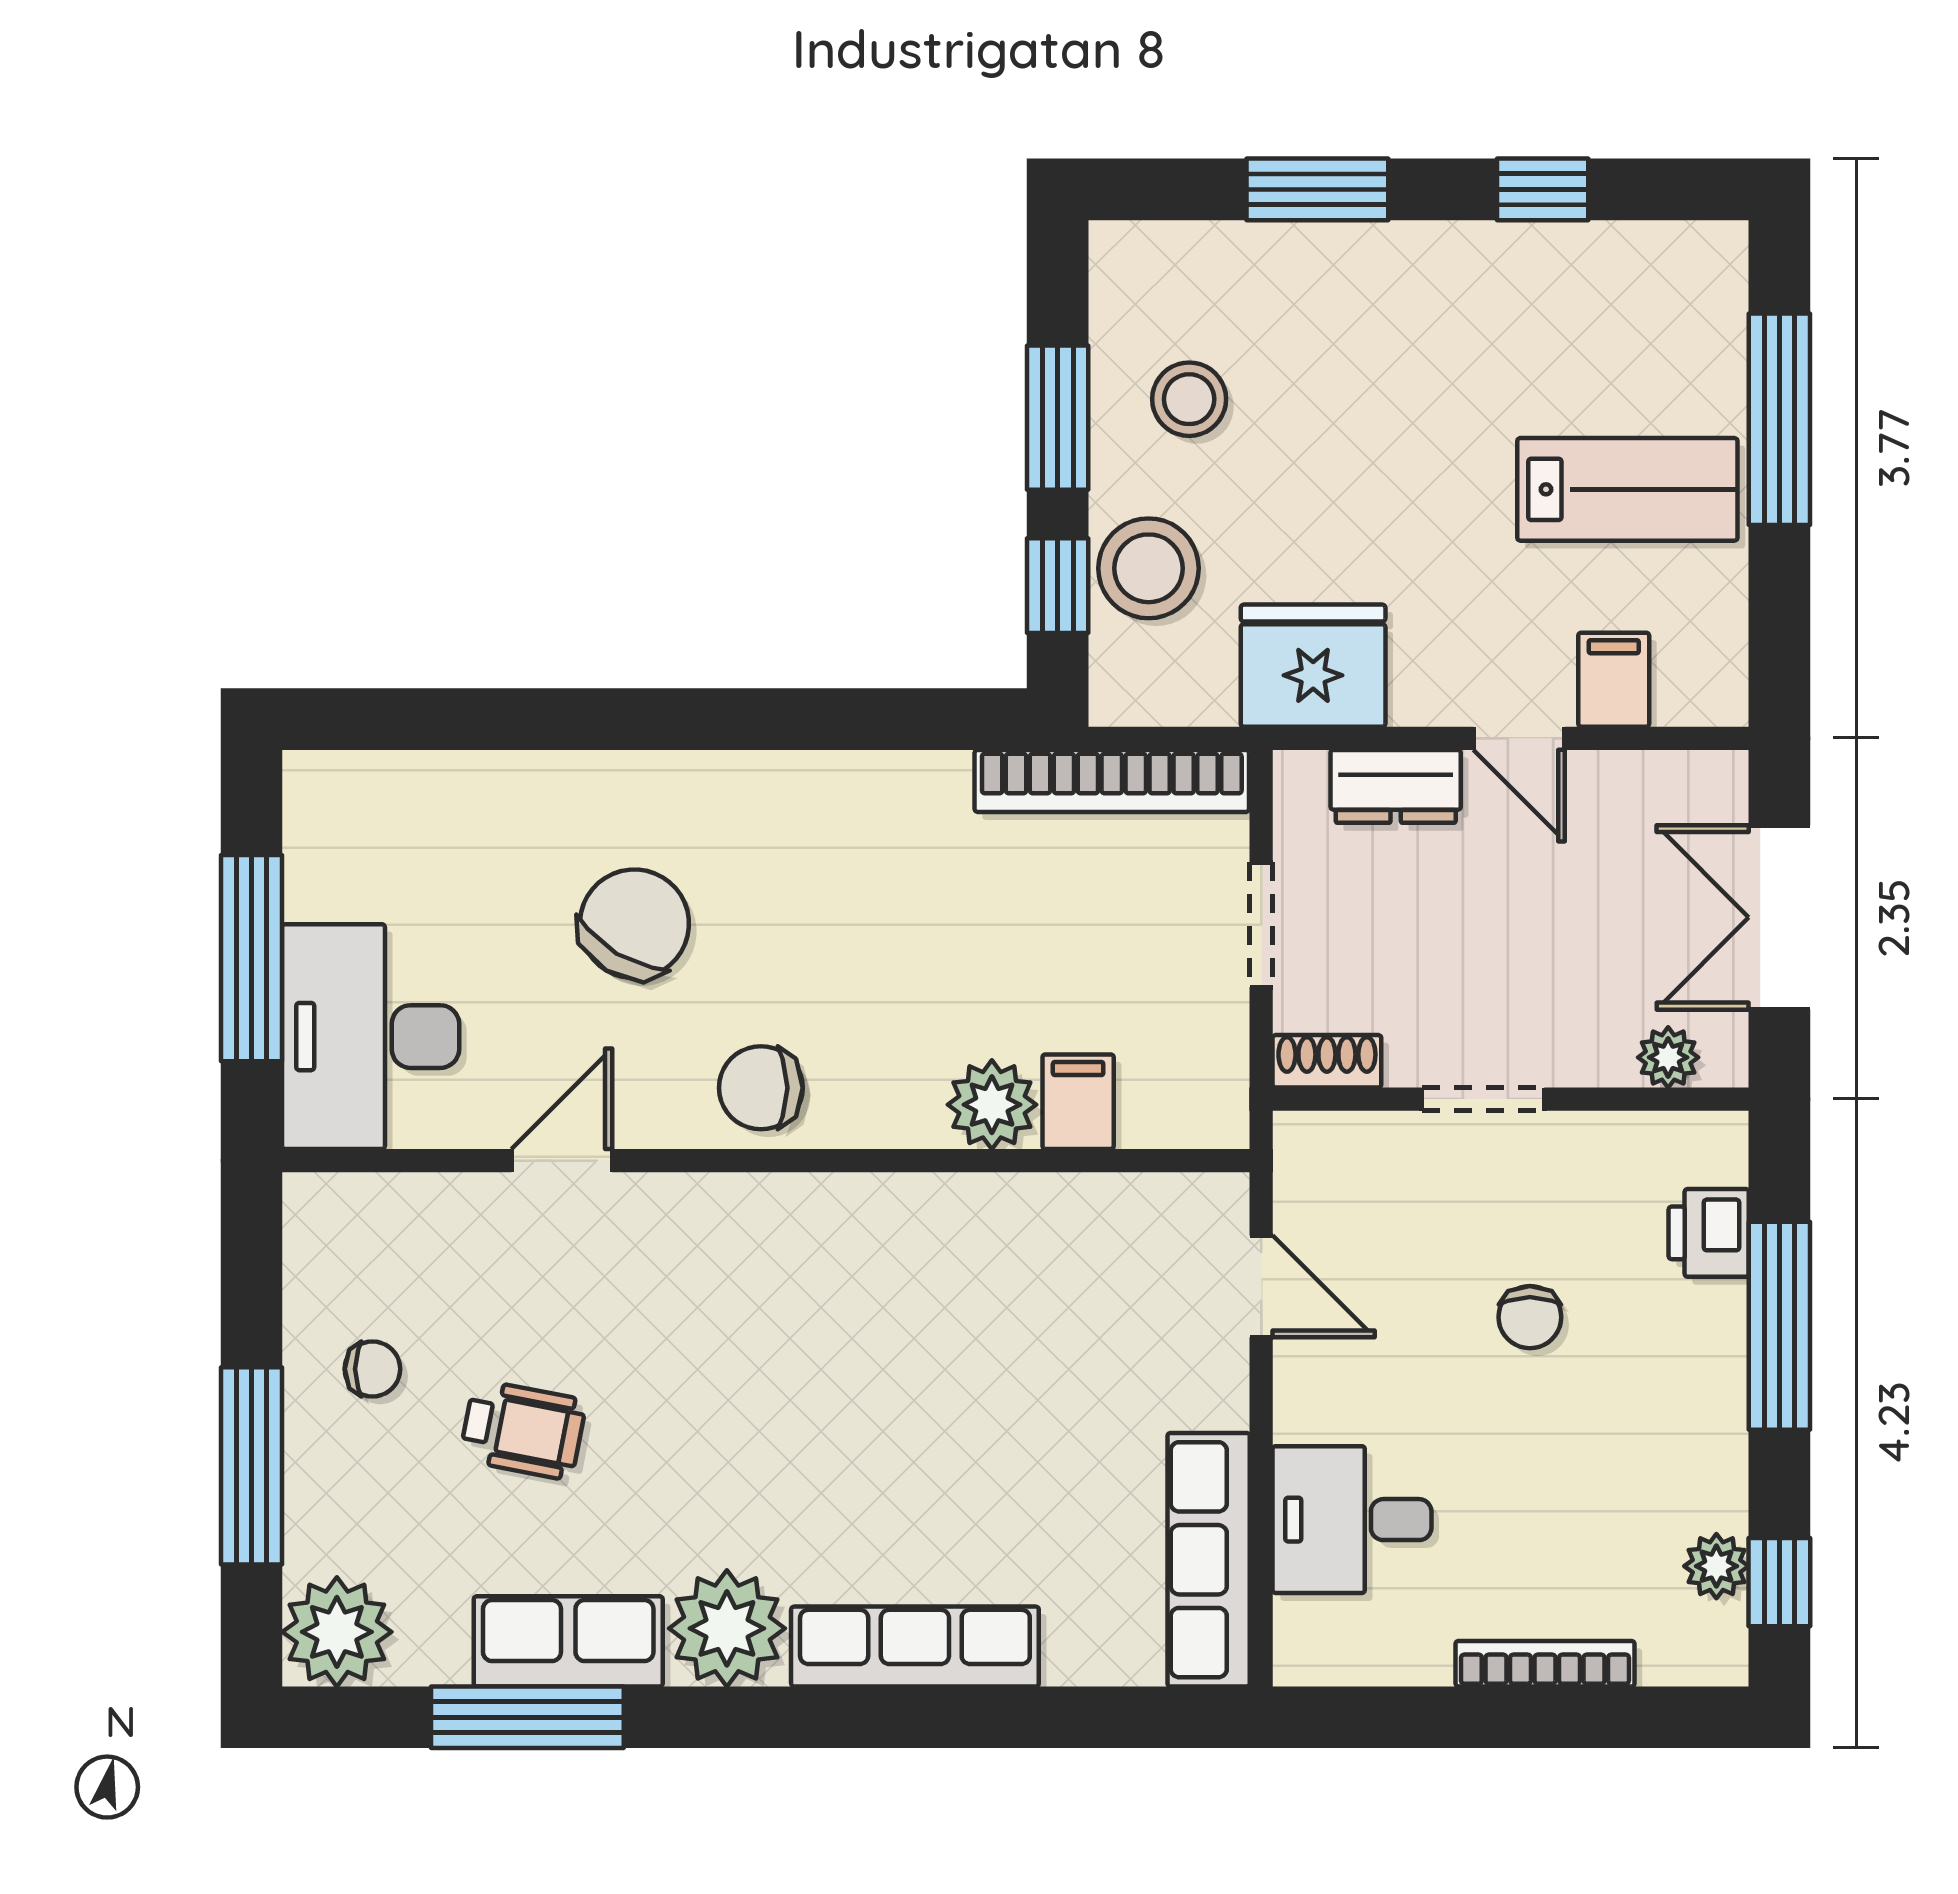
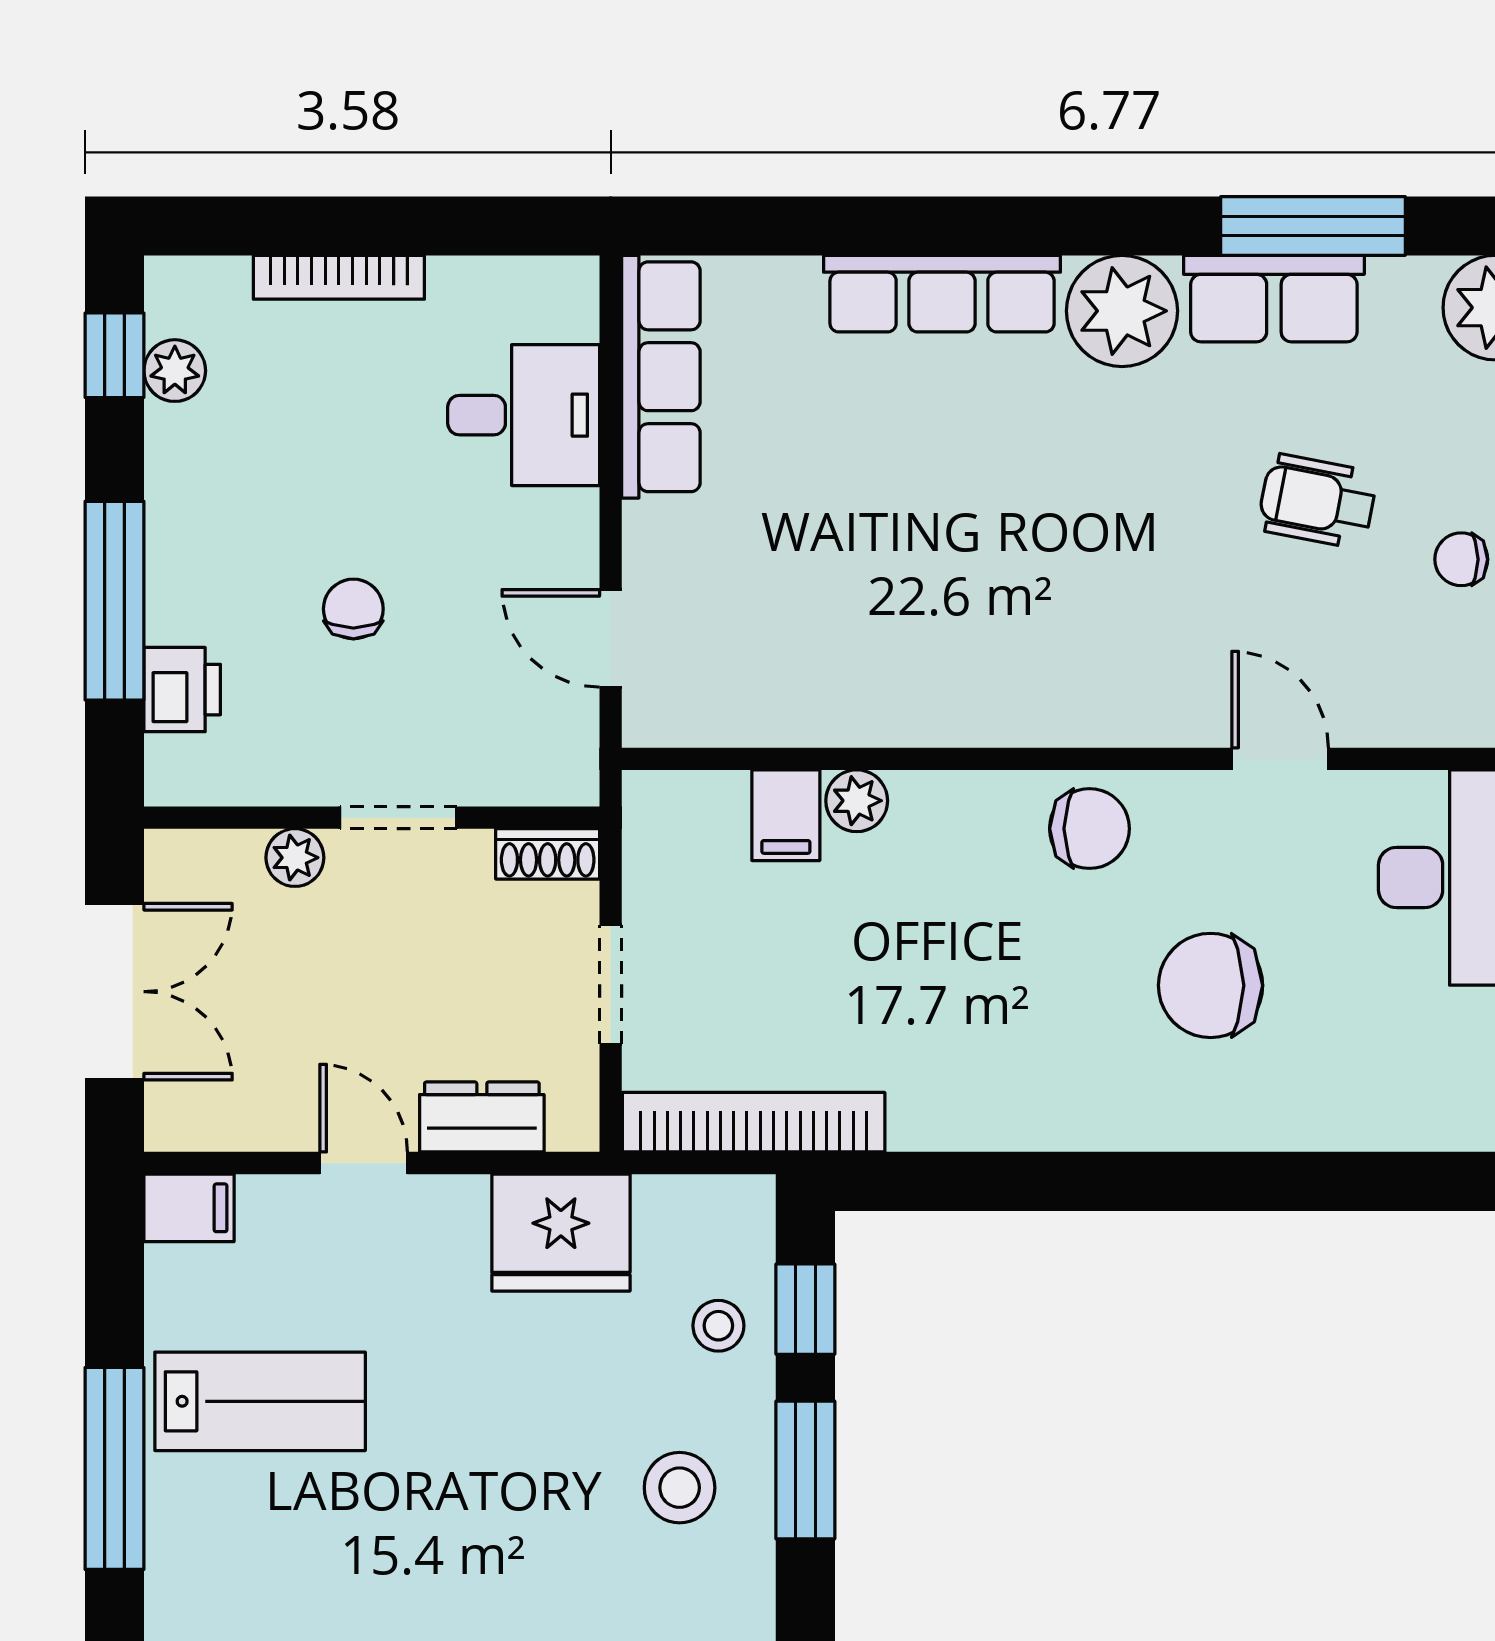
lab bench: (1627, 489) -> (260, 1401), turned 180
stool: (1149, 568) -> (718, 1326), width x0.53, depth x0.53
filing cabinet: (1614, 680) -> (189, 1208), moved, turned -90
chair: (634, 924) -> (1211, 985), turned 59
plant: (1668, 1057) -> (295, 858), moved
plant: (992, 1105) -> (857, 801), width x0.73, depth x0.73
door: (562, 1161) -> (1280, 759), swing flipped

